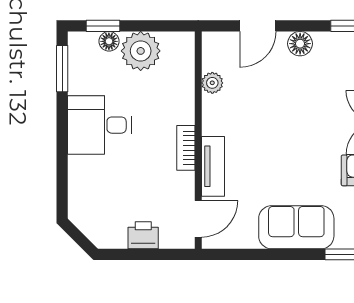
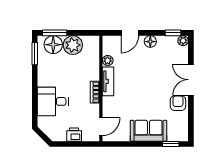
window: (103, 26) -> (55, 33), width x1.50
floor lamp: (109, 41) -> (53, 45), width x1.89, depth x1.89
desk: (99, 125) -> (53, 101), moved
tv unit: (213, 166) -> (108, 81), moved

